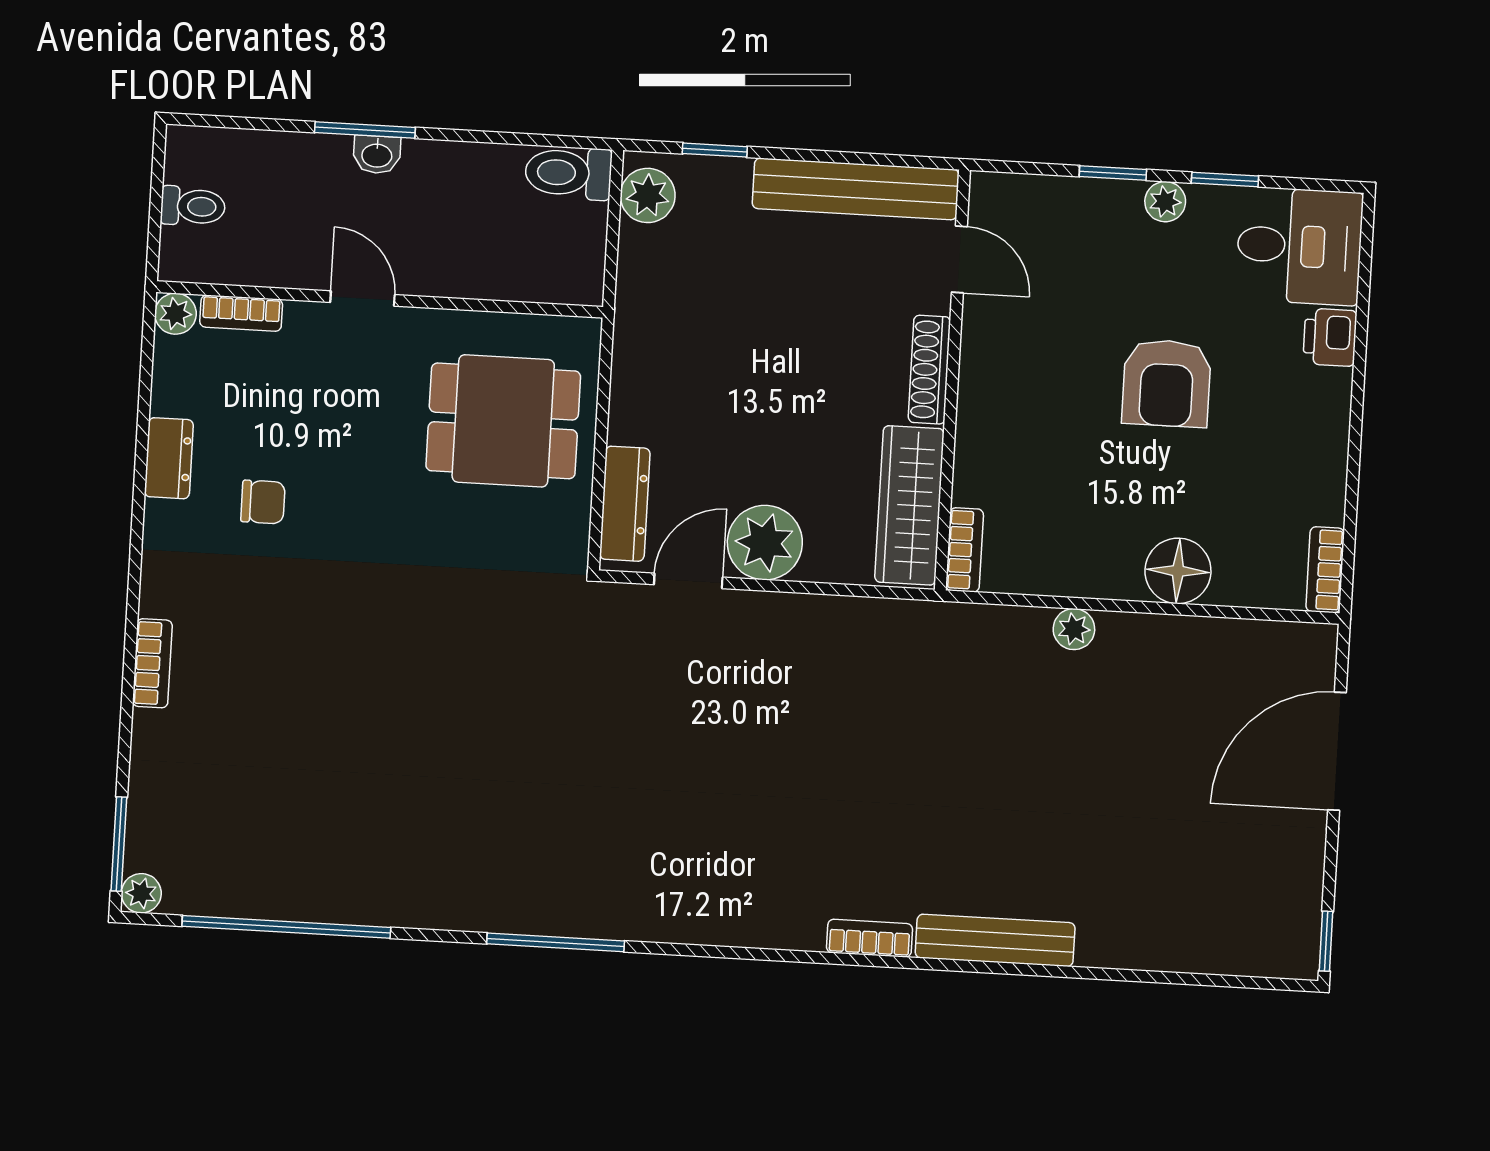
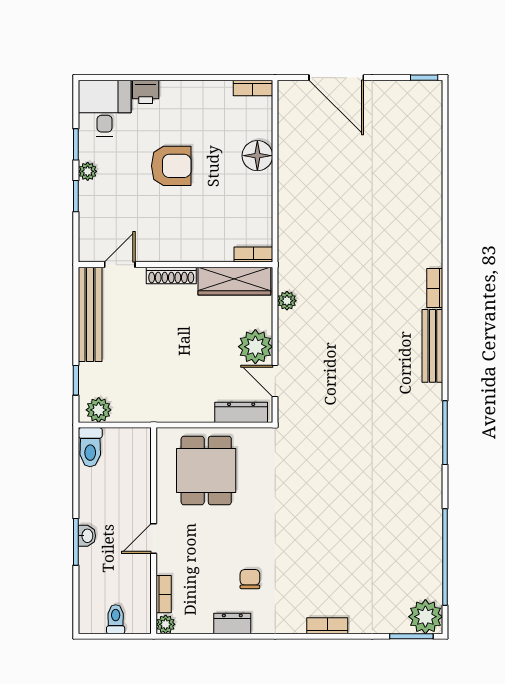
plant: (1074, 629) -> (287, 301), moved
plant: (141, 893) -> (425, 617), width x1.88, depth x1.88
bench: (995, 940) -> (432, 346), moved

